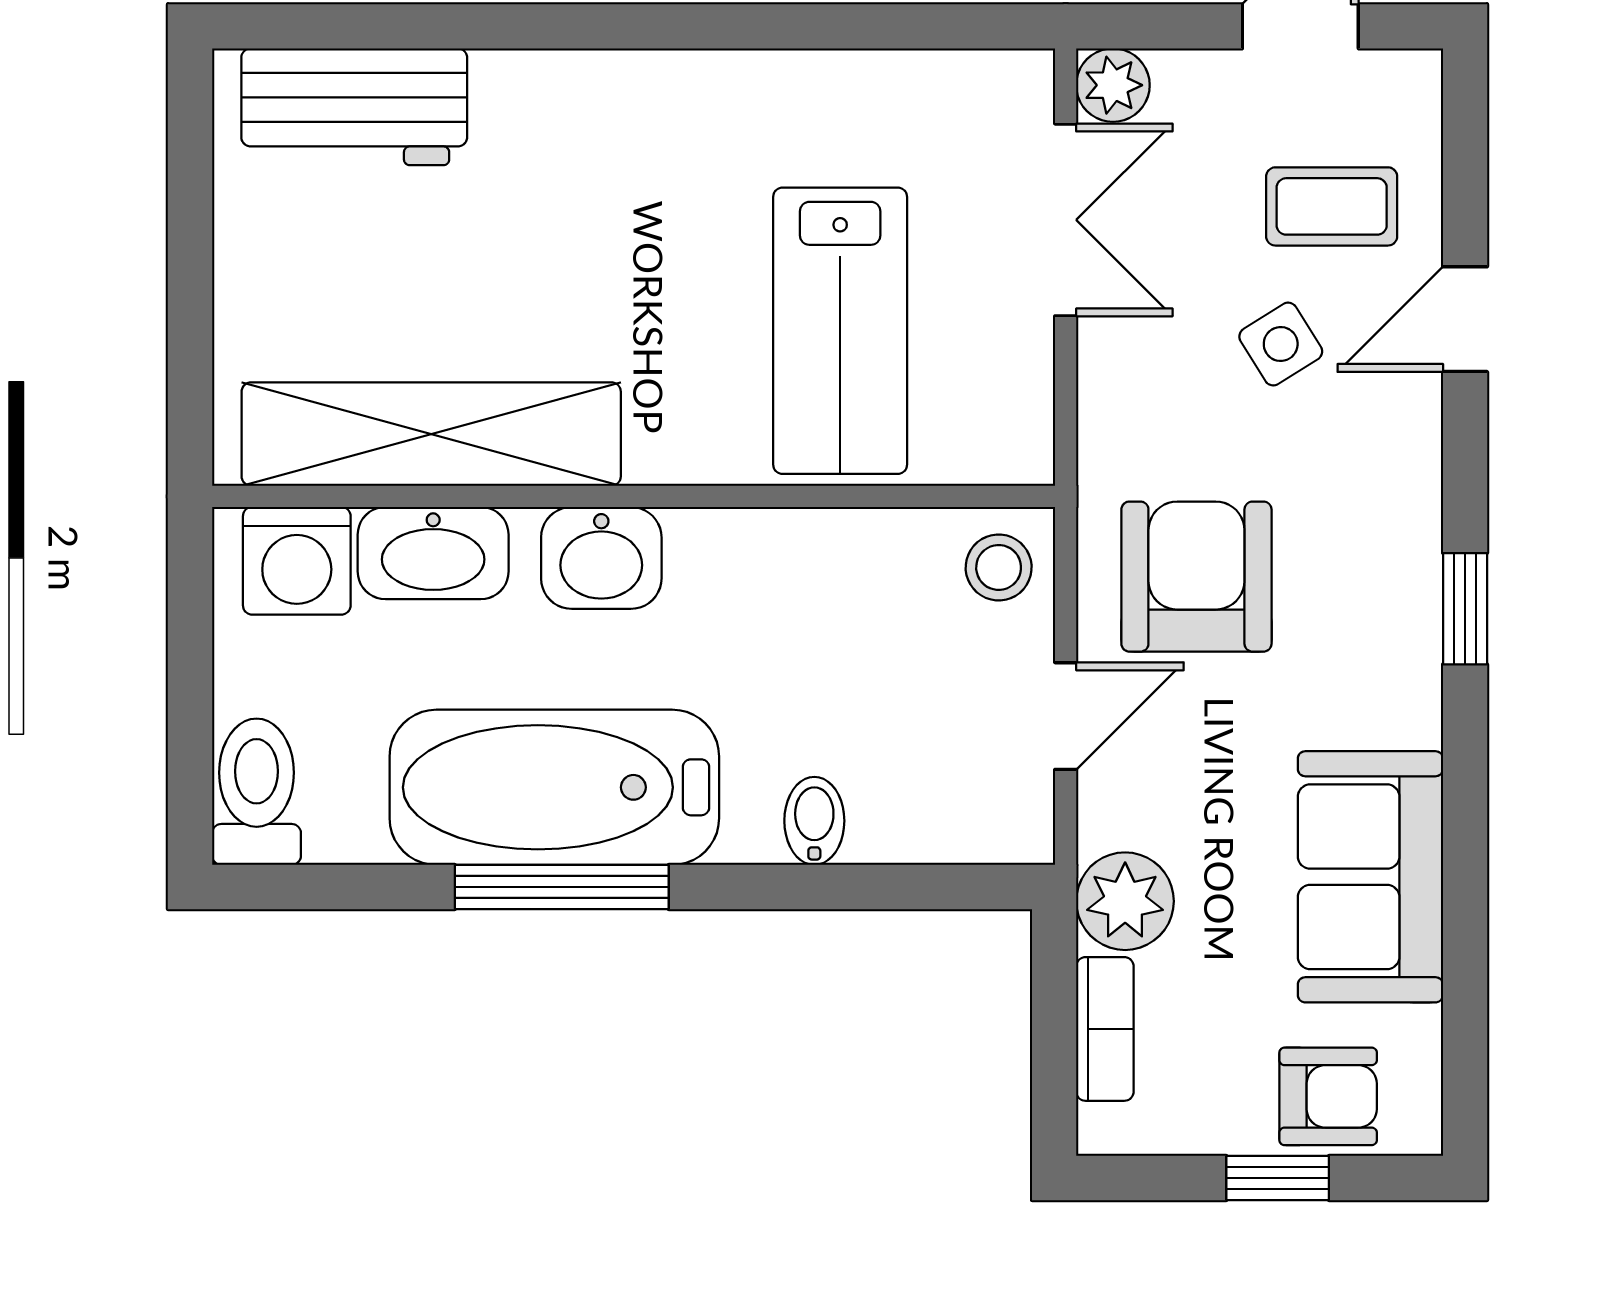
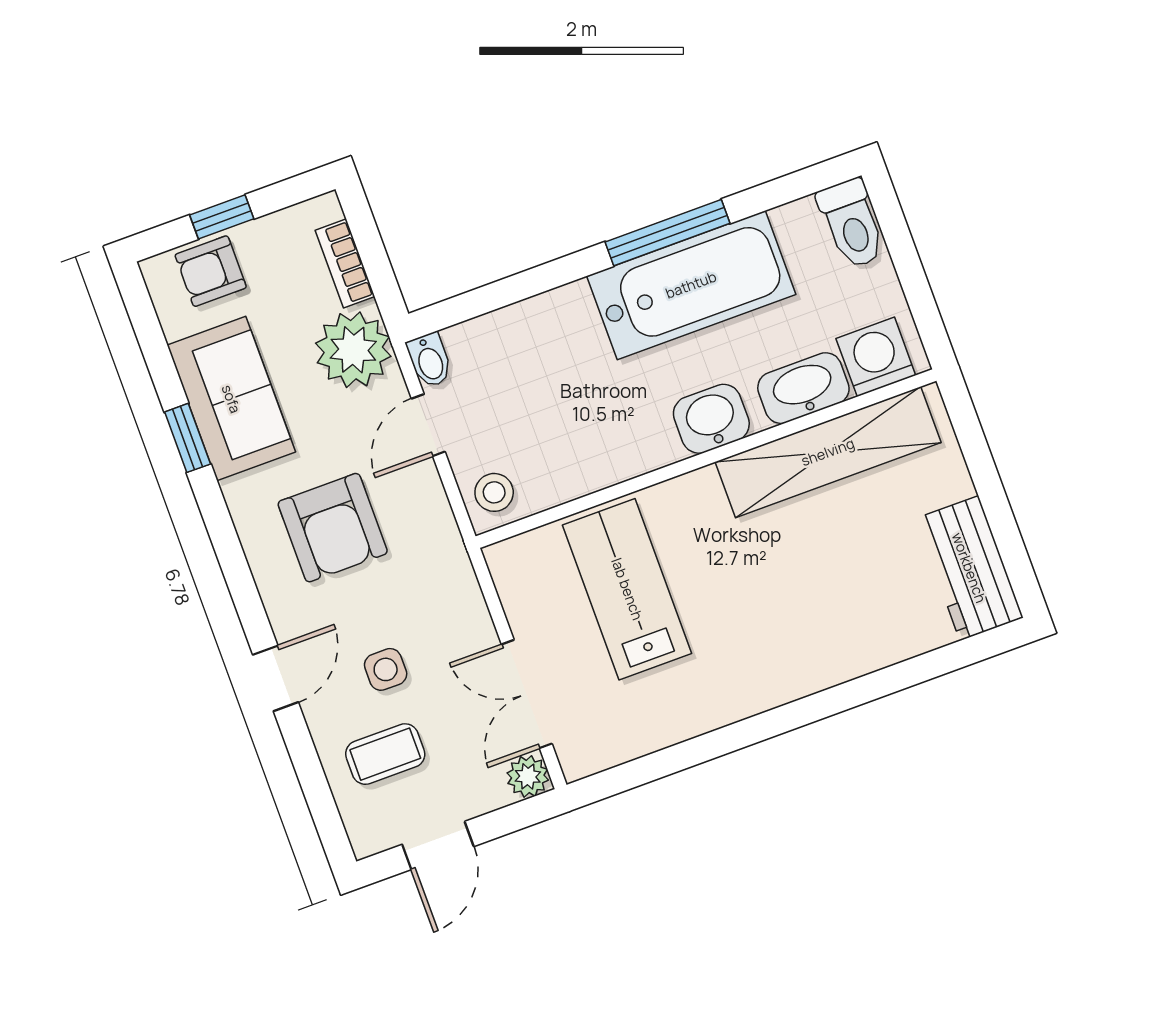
workbench: (354, 107) -> (969, 568), moved, turned -90
door: (1465, 319) -> (276, 678), moved
side table: (1281, 344) -> (386, 669), turned 32
armchair: (1196, 577) -> (333, 528), moved
window: (1465, 609) -> (188, 438), moved
bidet: (814, 821) -> (430, 360), moved
plant: (1125, 901) -> (353, 350), width x1.36, depth x1.36

